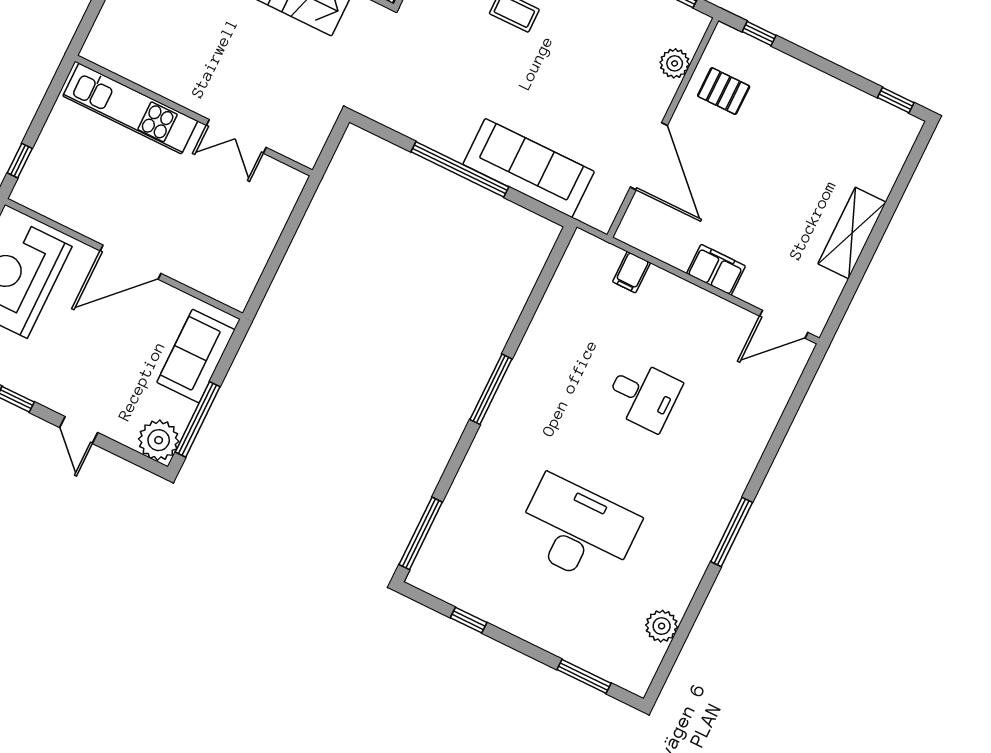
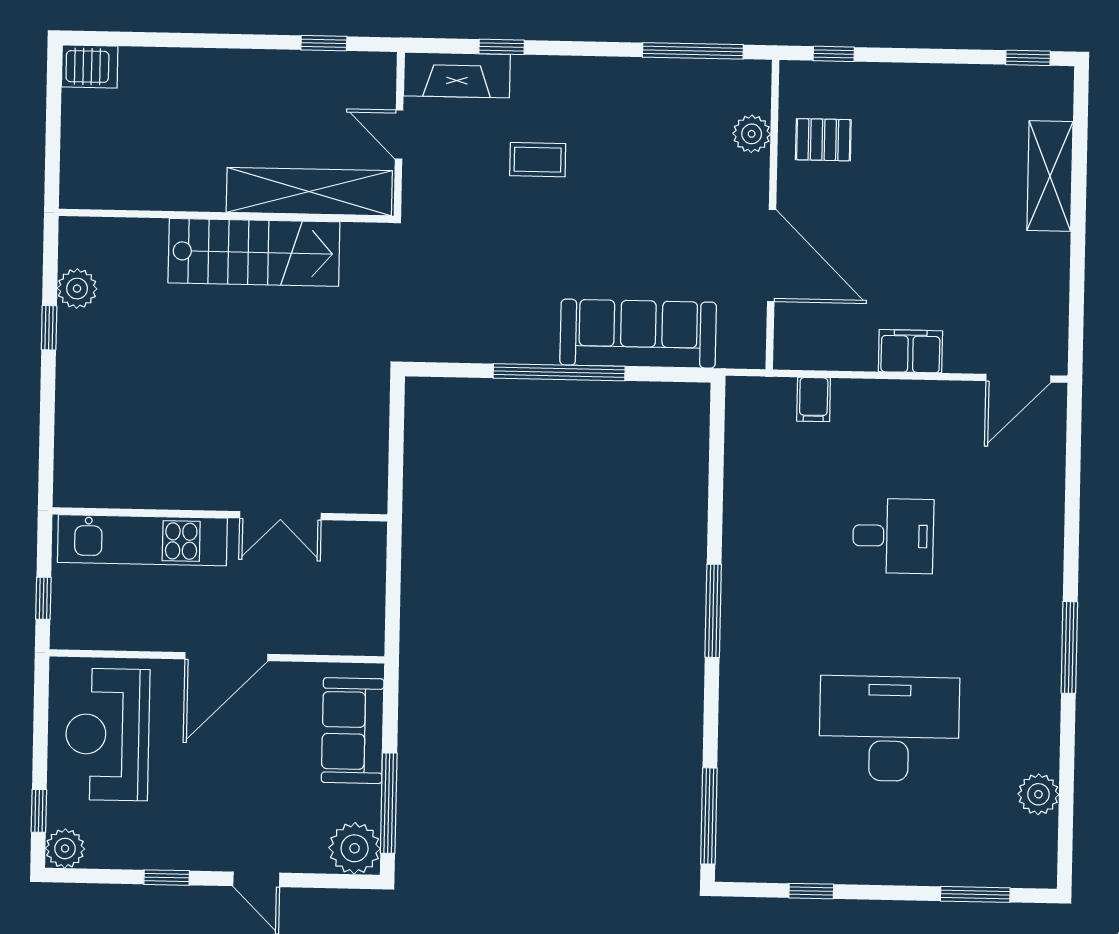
kitchen unit: (130, 109) -> (142, 540), moved
wall: (194, 116) -> (220, 514), moved
double door: (236, 136) -> (280, 516), moved
shelving: (852, 233) -> (1050, 176), moved

